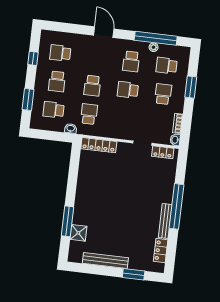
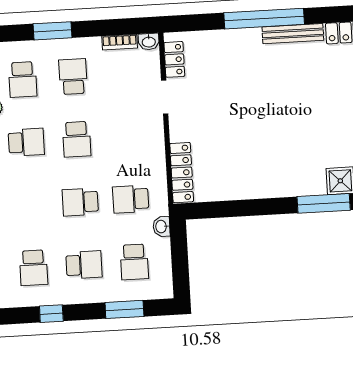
school desk: (92, 86) -> (80, 202), turned 180
school desk: (163, 94) -> (73, 77), turned 90

